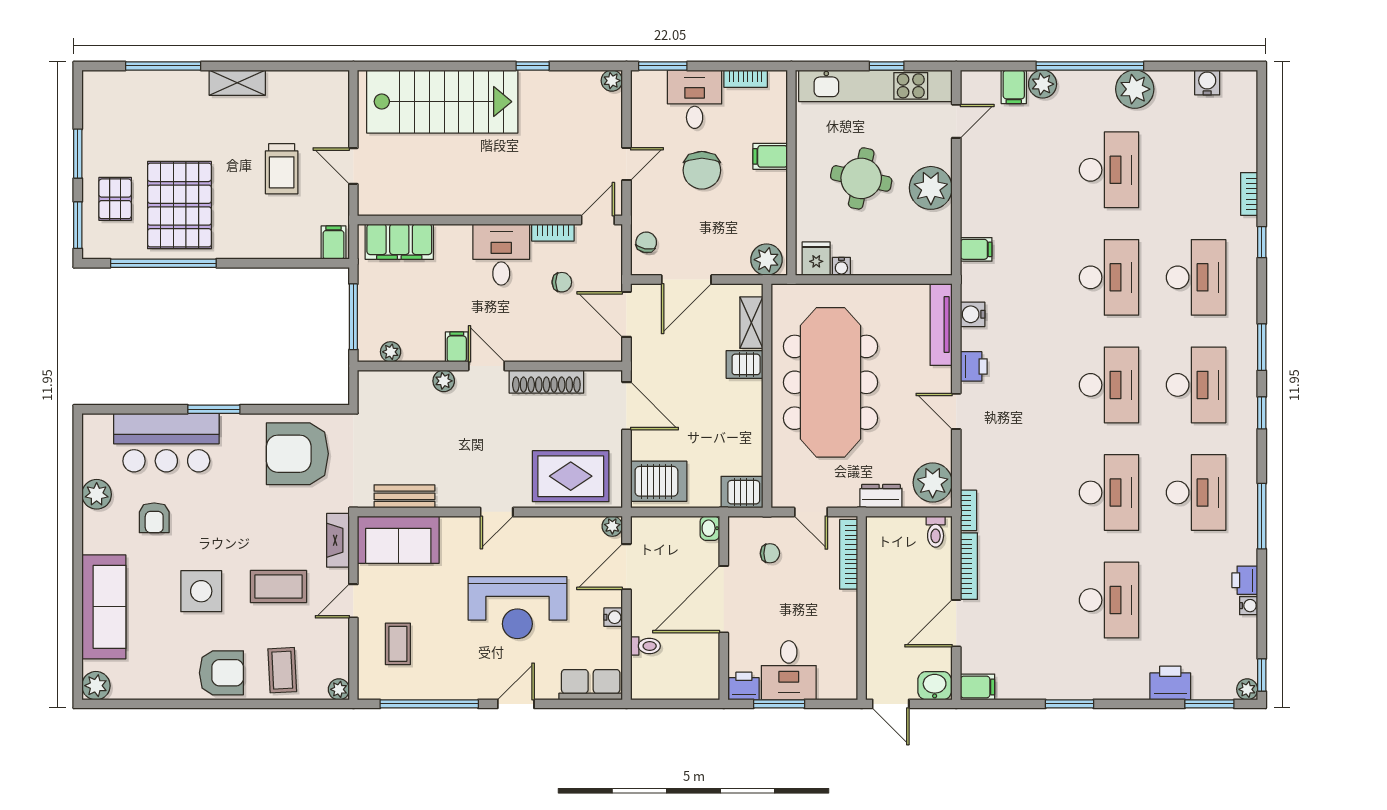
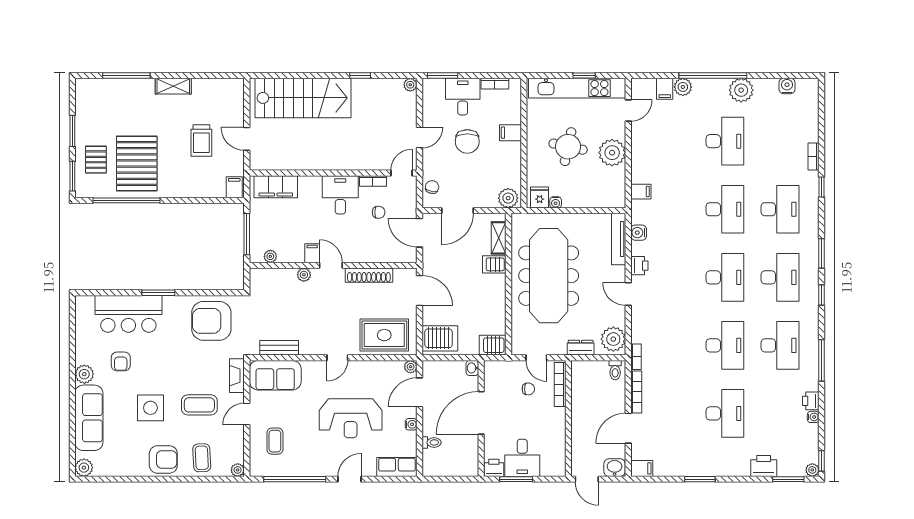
plant: (97, 494) -> (84, 374), moved
chair: (770, 553) -> (528, 389), moved

